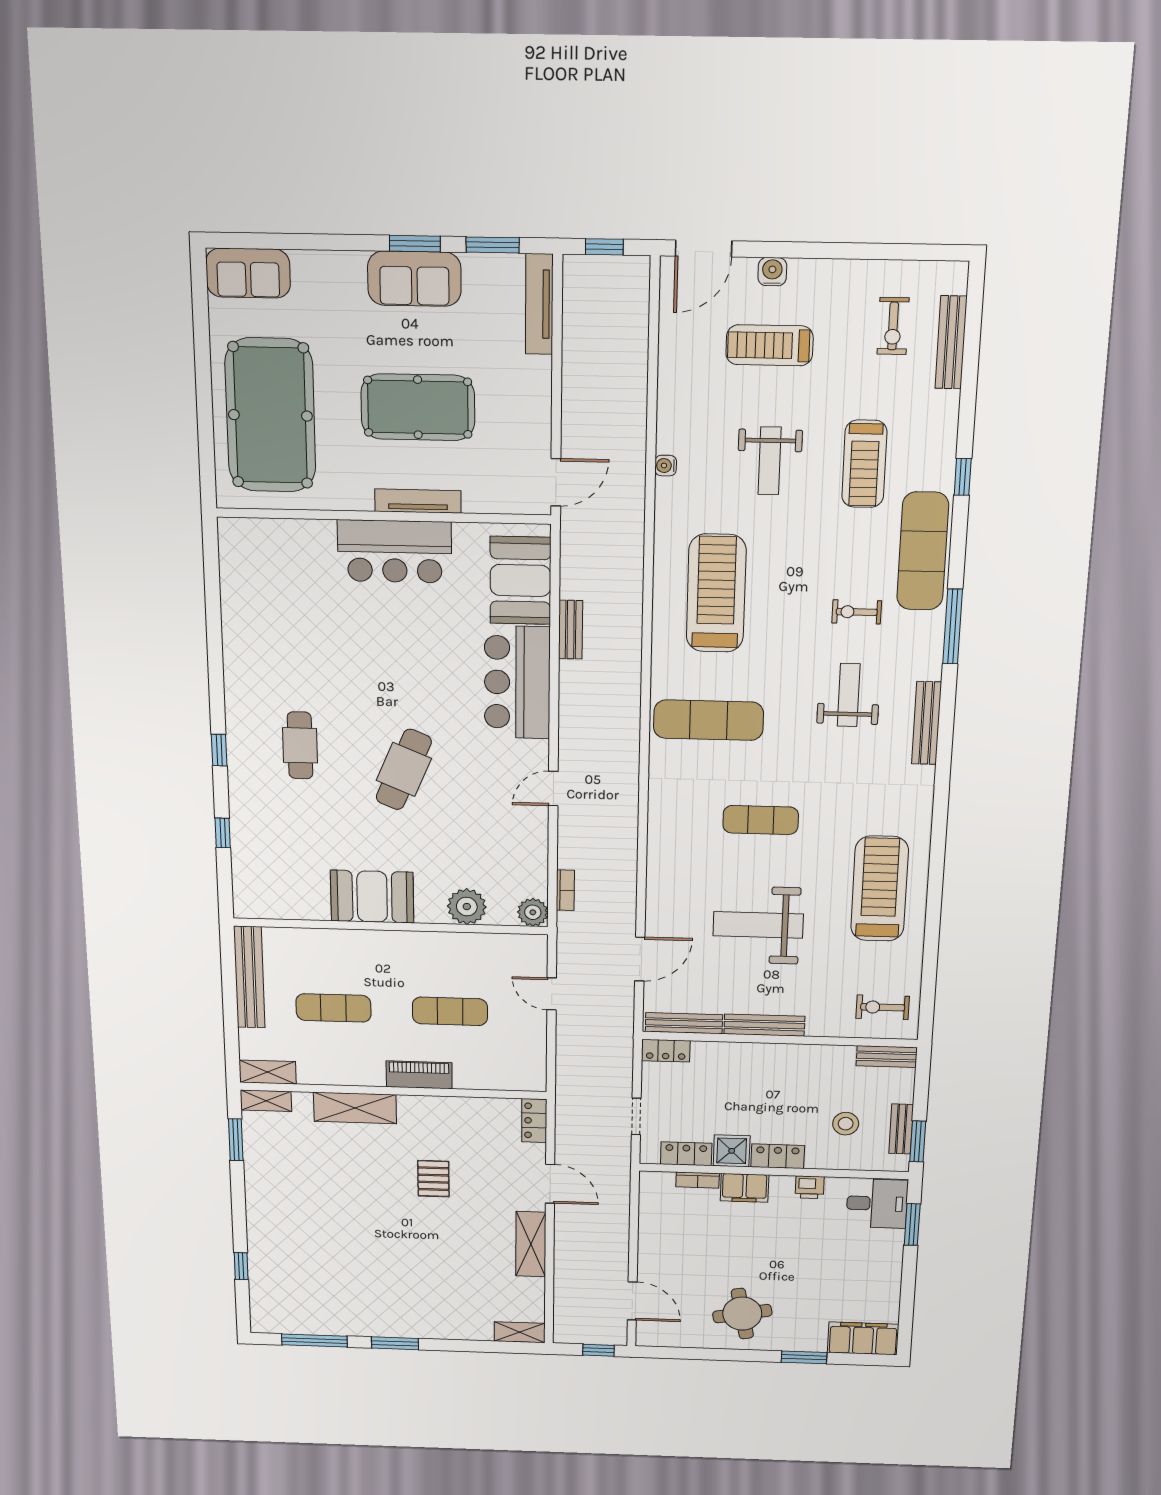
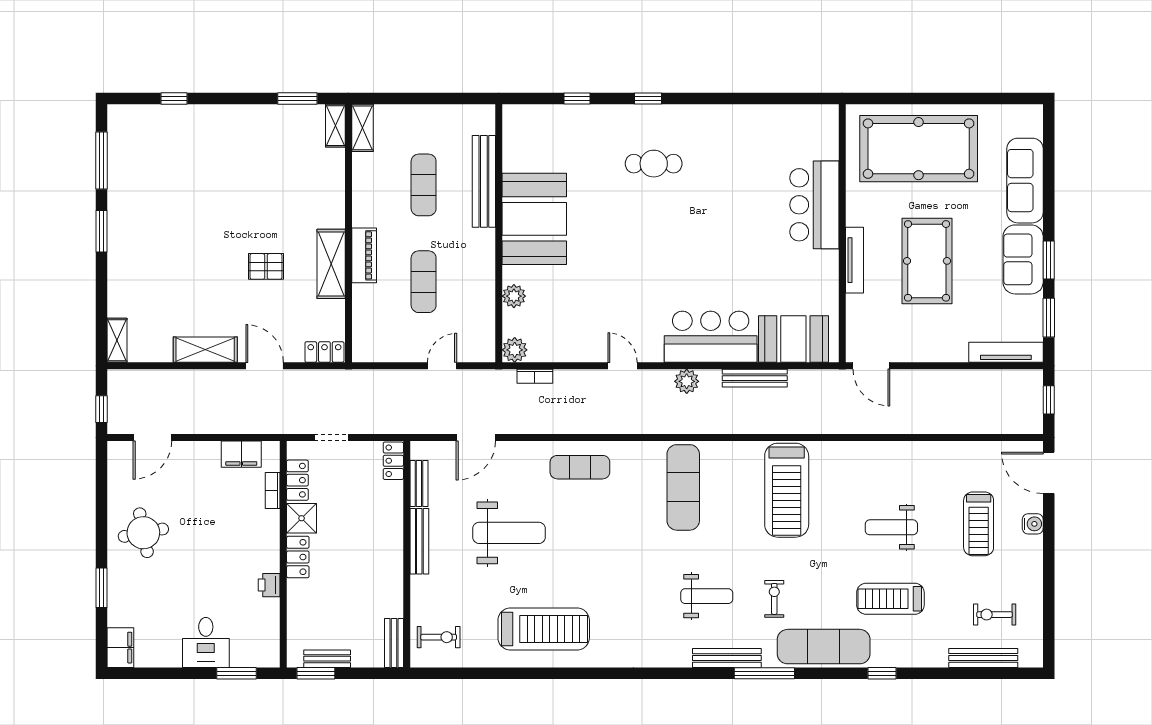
sofa: (248, 273) -> (1025, 181), moved, width x1.36
treadmill: (769, 345) -> (979, 524), turned 180
water cooler: (666, 466) -> (886, 449), removed
bar counter: (395, 551) -> (814, 205), moved
treadmill: (716, 593) -> (787, 490), turned 90
bench: (571, 630) -> (755, 378), width x1.36
plant: (574, 713) -> (687, 381), added
bench: (927, 723) -> (727, 658), moved
cafe table: (404, 769) -> (635, 246), removed
exercise mat: (761, 820) -> (580, 467), moved, turned 90
booth: (372, 897) -> (534, 219), width x1.36, depth x1.42
plant: (467, 907) -> (514, 296), width x0.73, depth x0.73
weight bench: (758, 925) -> (509, 533), turned 90
door: (640, 959) -> (476, 438), hinge flipped
bench: (249, 977) -> (484, 181), moved, turned 90
exercise bike: (883, 1007) -> (439, 637), turned 90
bench: (684, 1023) -> (419, 483), width x0.73
shelving: (355, 1108) -> (331, 264), moved
stool: (846, 1124) -> (331, 612), removed
door: (550, 1184) -> (265, 366), swing flipped
filing cabinet: (745, 1188) -> (241, 454), moved, turned -90
desk: (877, 1204) -> (206, 642), moved
filing cabinet: (863, 1338) -> (120, 648), width x0.67, depth x0.86

